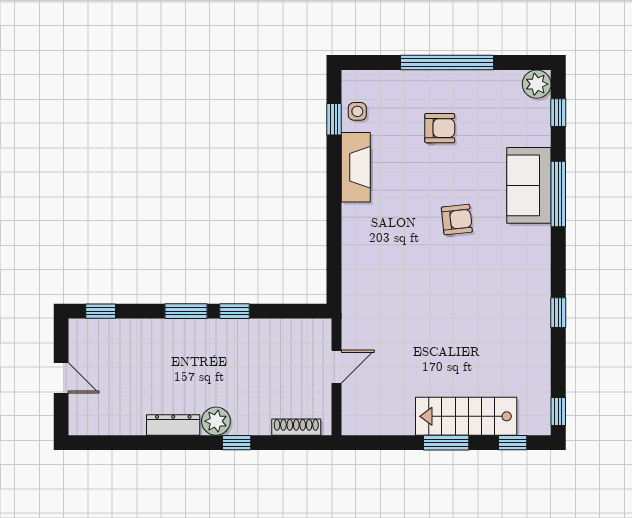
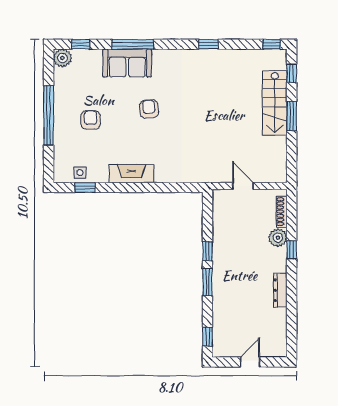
fireplace: (356, 167) -> (131, 174), moved
plant: (216, 421) -> (278, 238), moved

